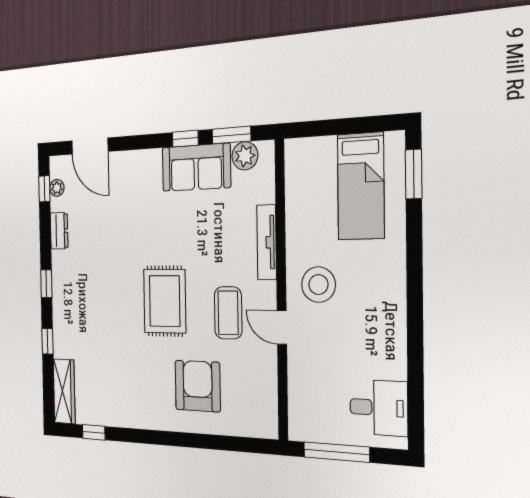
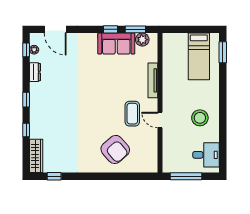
stool: (318, 285) -> (200, 118), moved
rug: (165, 301) -> (98, 108), removed
armchair: (198, 386) -> (115, 149), turned 139

